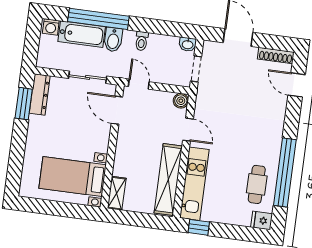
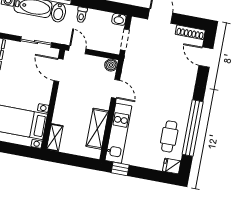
shelving: (168, 180) -> (97, 129), width x0.68

